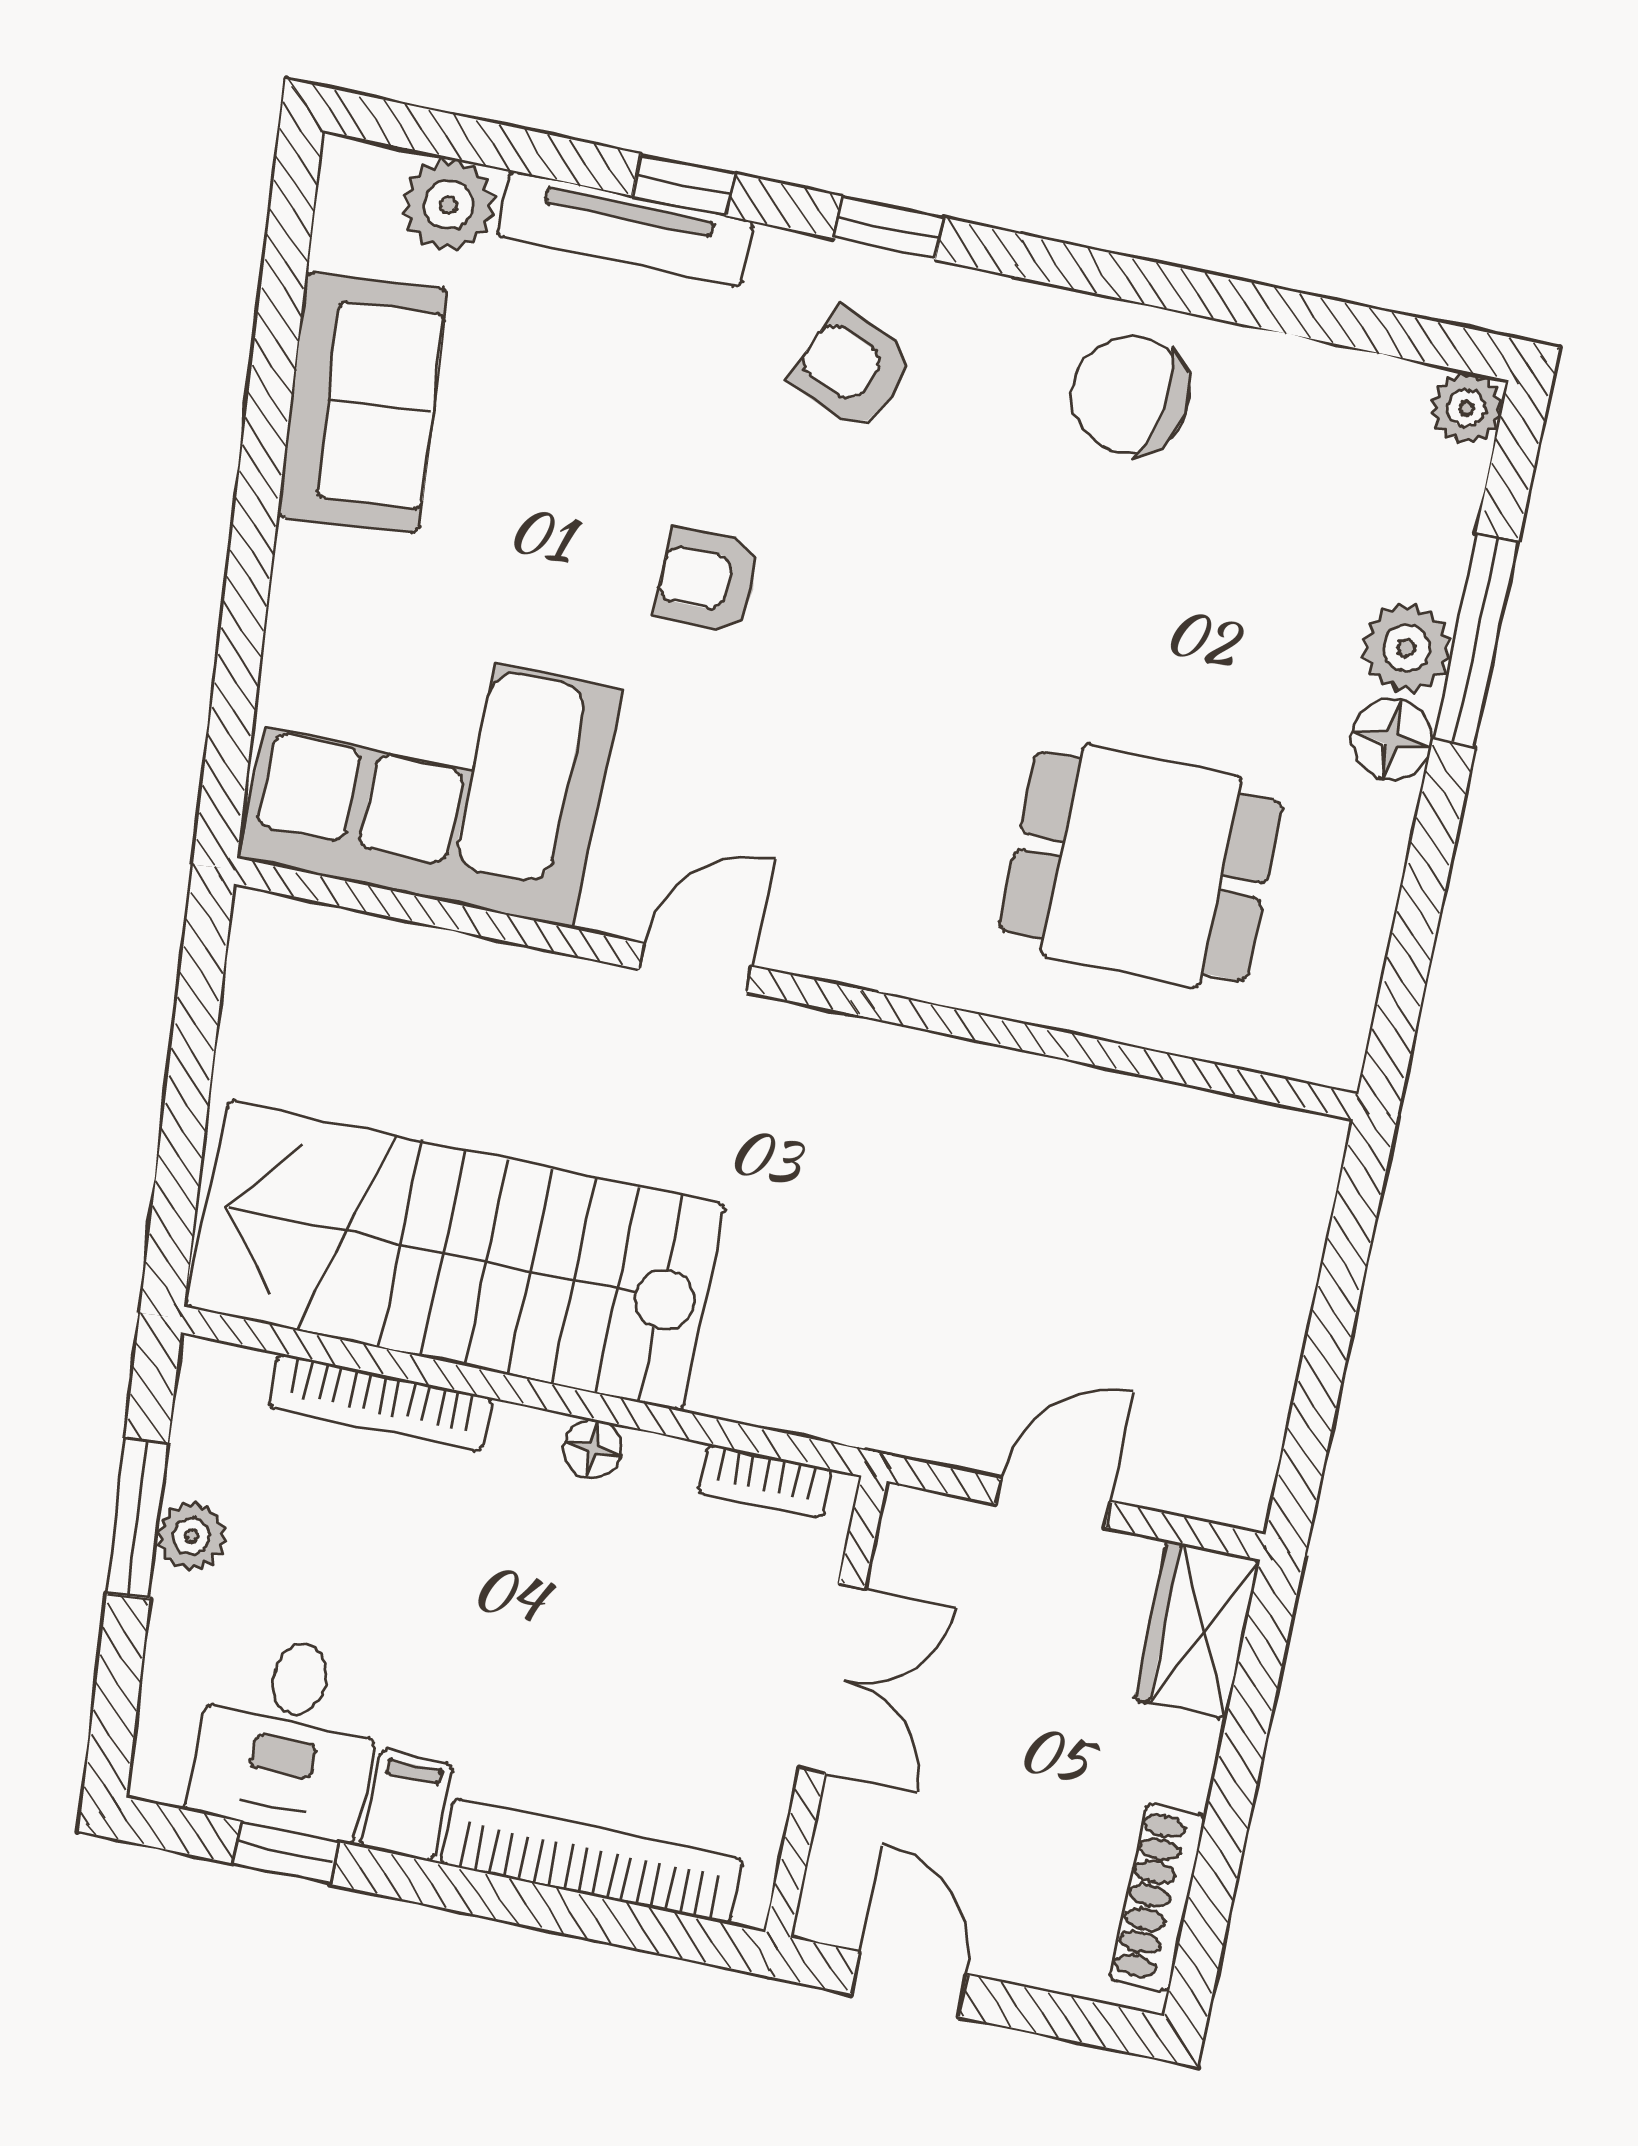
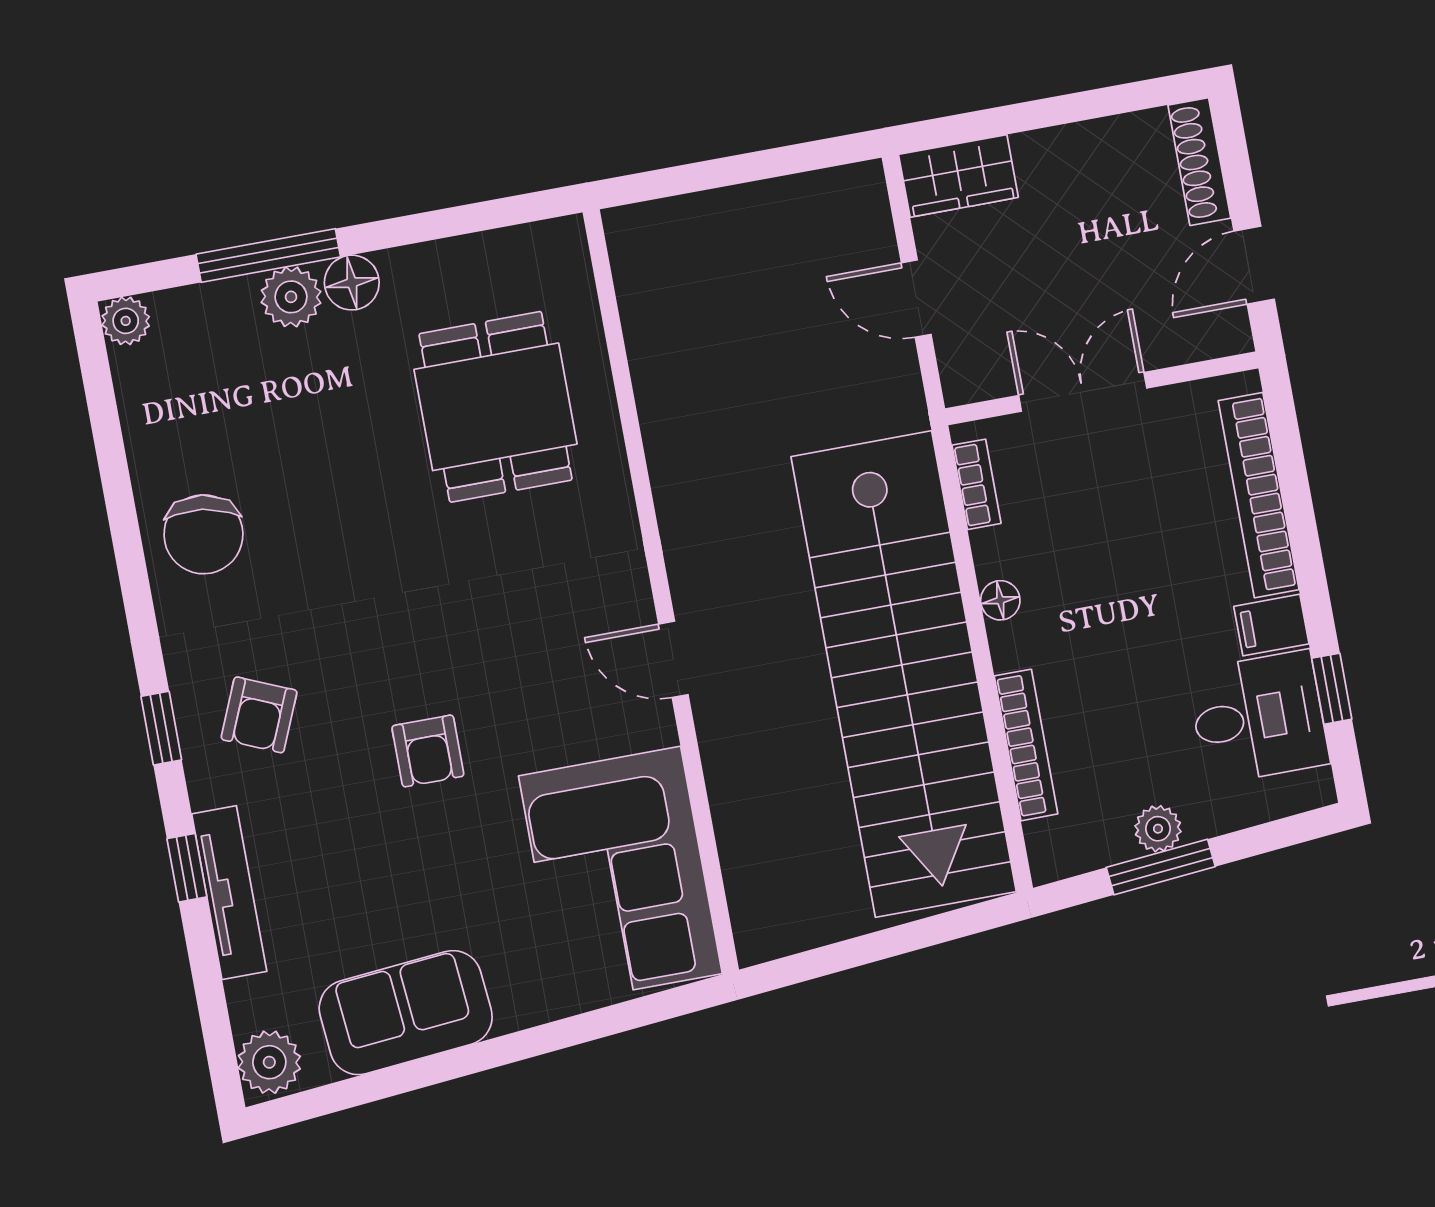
plant: (448, 205) -> (269, 1062), moved
stairs: (456, 1256) -> (904, 674), width x1.36
shoe rack: (1158, 1897) -> (1199, 162), moved, turned 90

